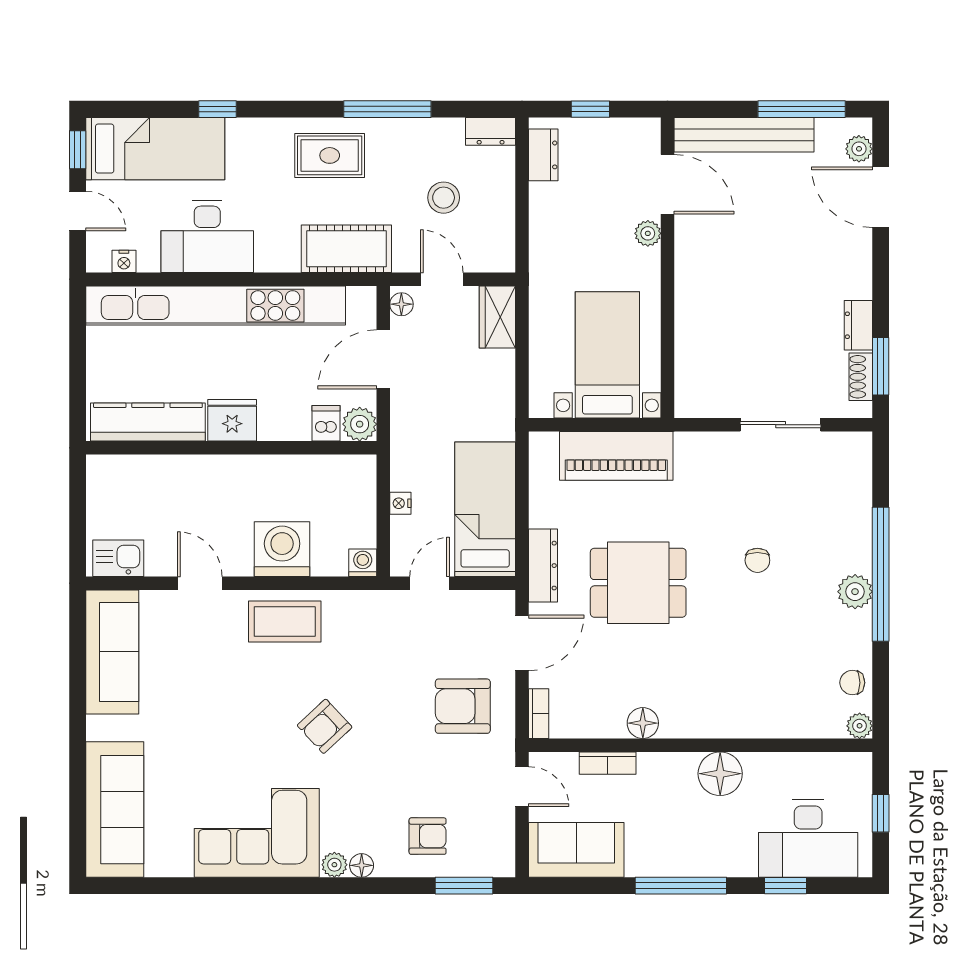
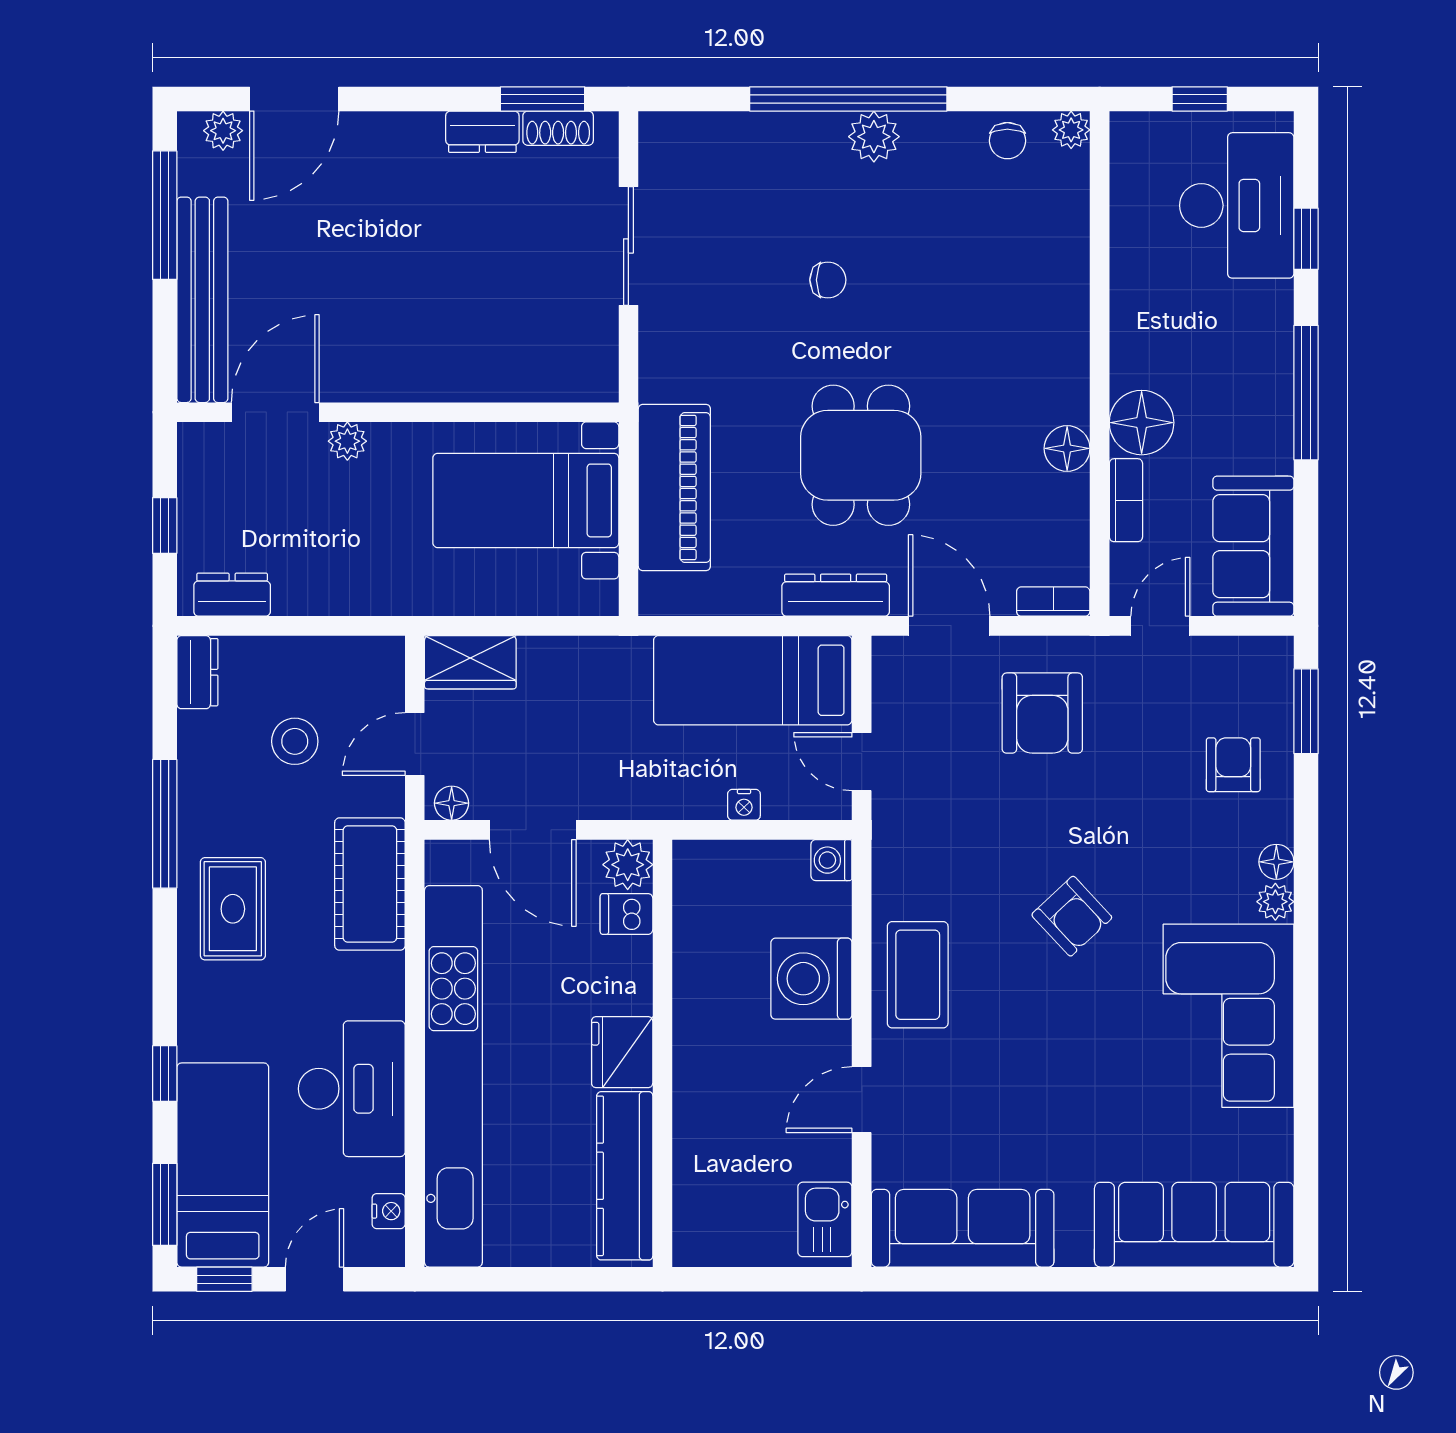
window: (129, 109) -> (165, 1204), added
floor lamp: (720, 774) -> (1142, 423), moved

